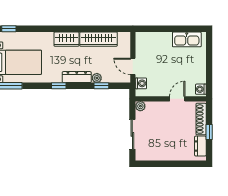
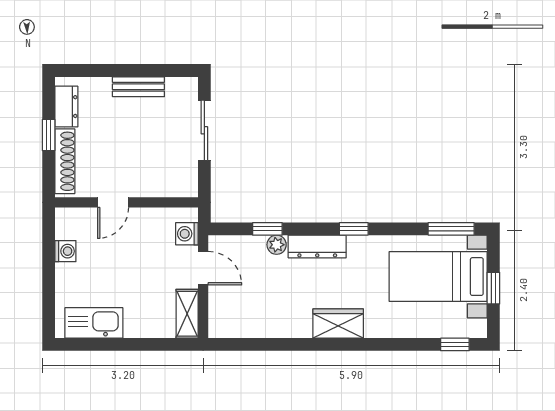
wardrobe: (99, 39) -> (273, 324), removed
shelving: (141, 44) -> (187, 314), added
washing machine: (201, 89) -> (65, 251), moved
plant: (140, 106) -> (188, 187), removed
bench: (165, 156) -> (138, 87), added

